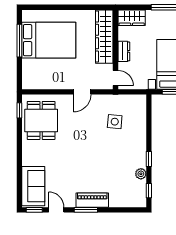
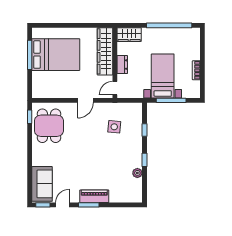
door: (116, 78) -> (115, 88), swing flipped
window: (149, 191) -> (144, 130), moved
door: (56, 210) -> (62, 205), hinge flipped

